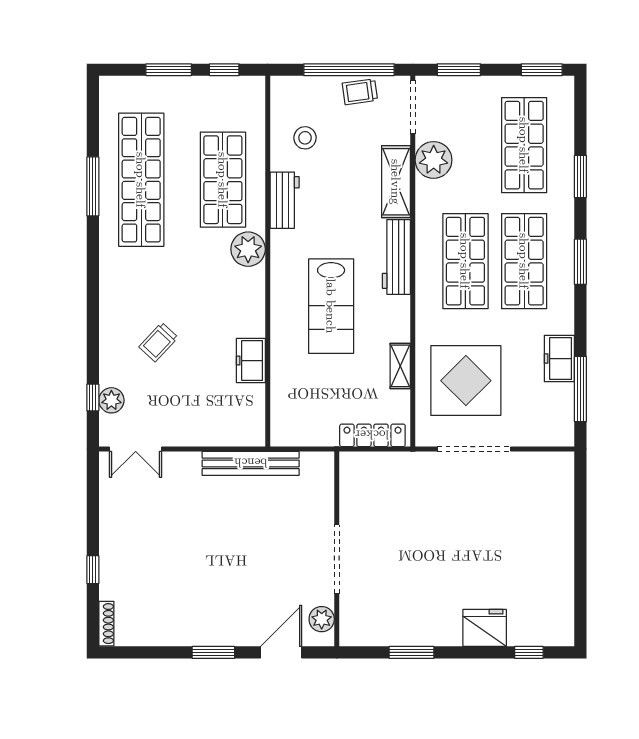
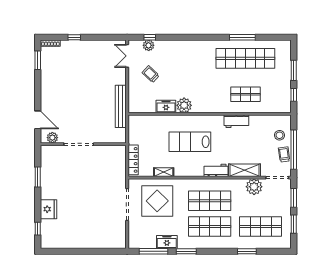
window: (542, 70) -> (294, 224), moved
stool: (305, 138) -> (280, 135), moved
shop shelf: (223, 180) -> (245, 94), width x0.70, depth x0.74
plant: (248, 249) -> (184, 105), moved
workbench: (396, 257) -> (216, 170), width x0.73
window: (580, 262) -> (186, 251), moved
trolley: (158, 342) -> (151, 74), moved
window: (213, 652) -> (38, 60), moved

